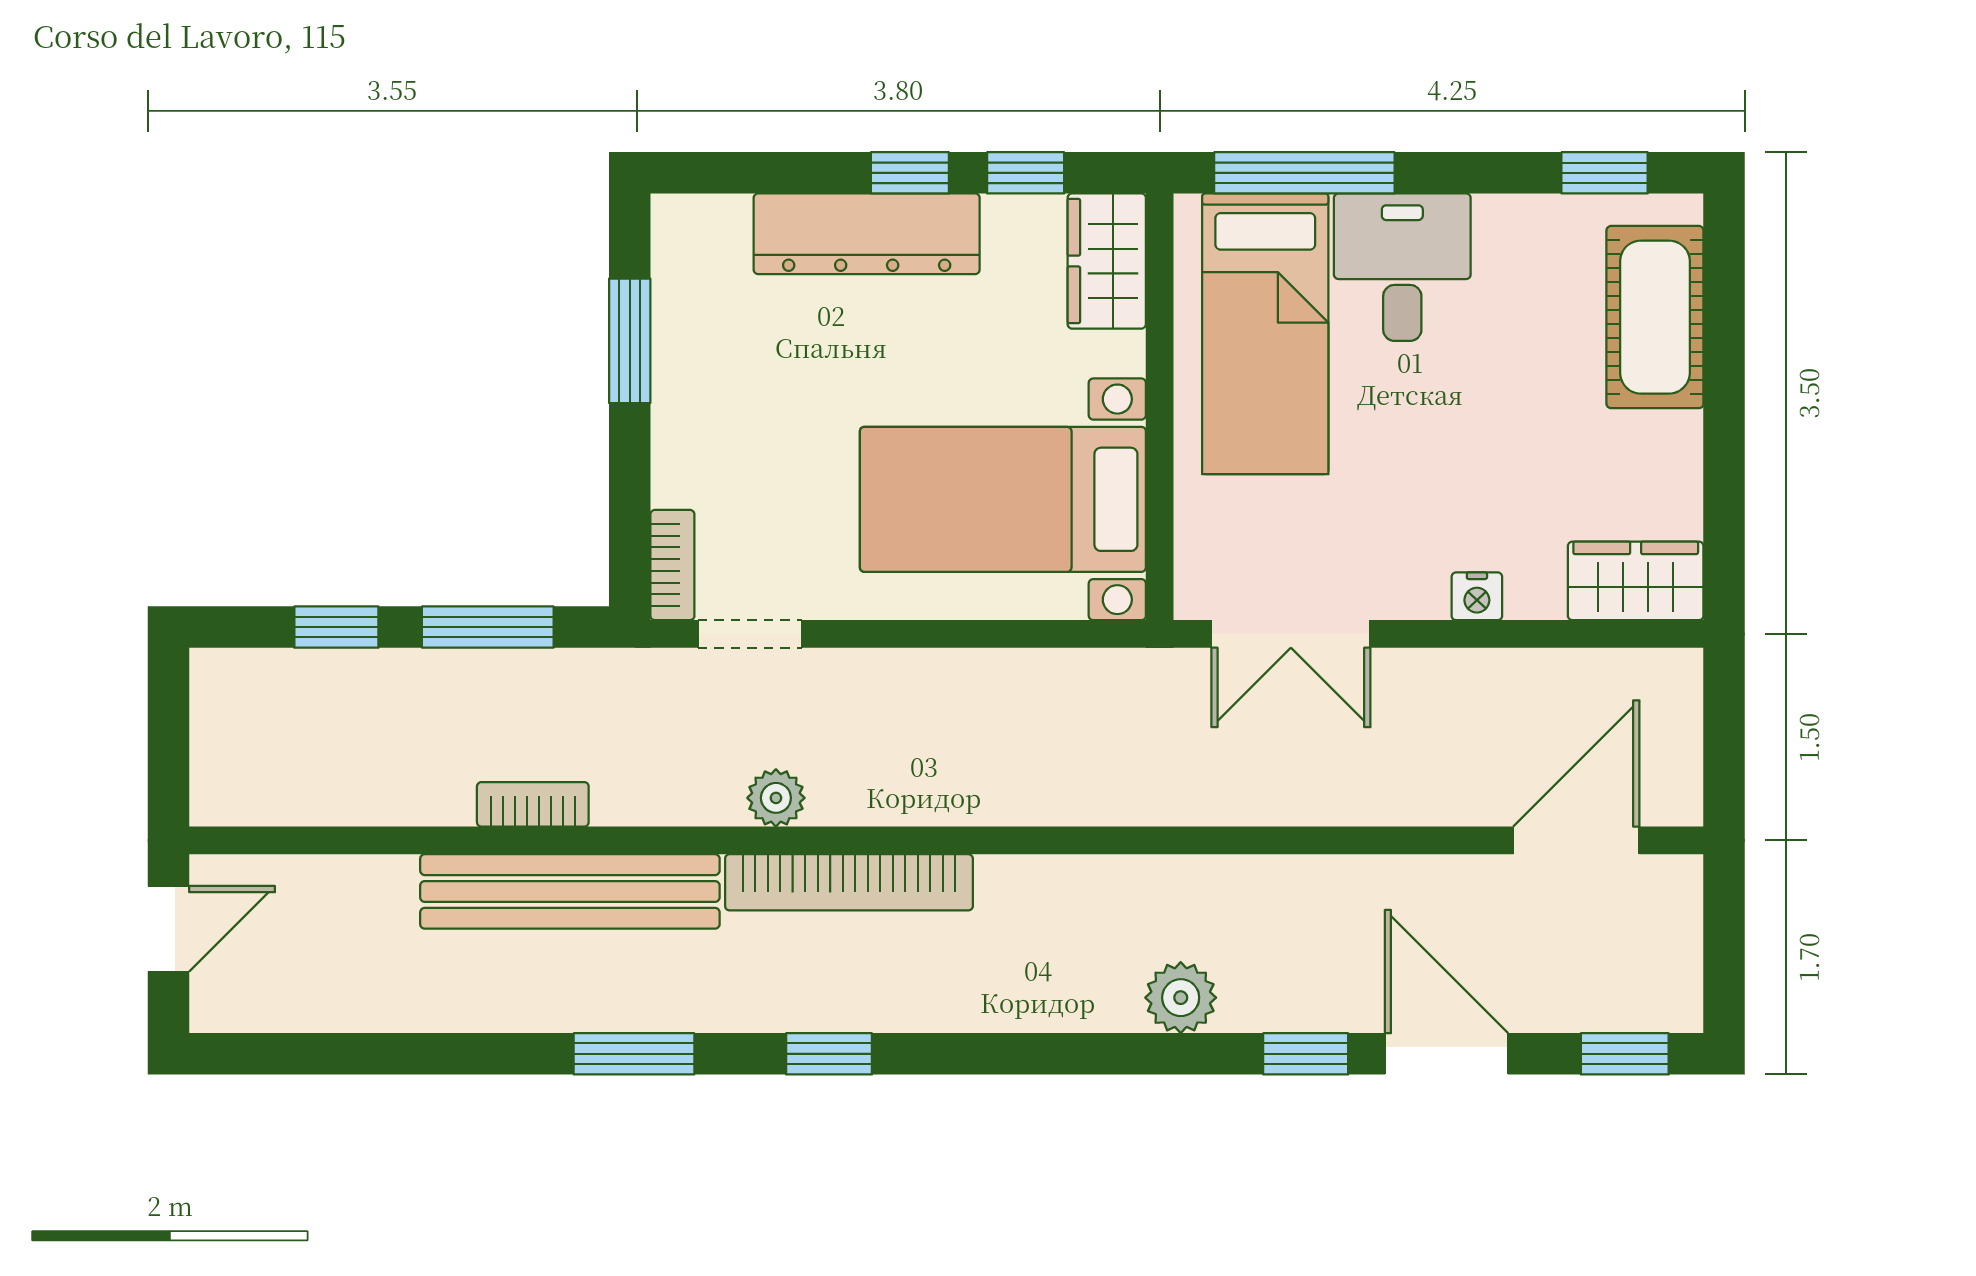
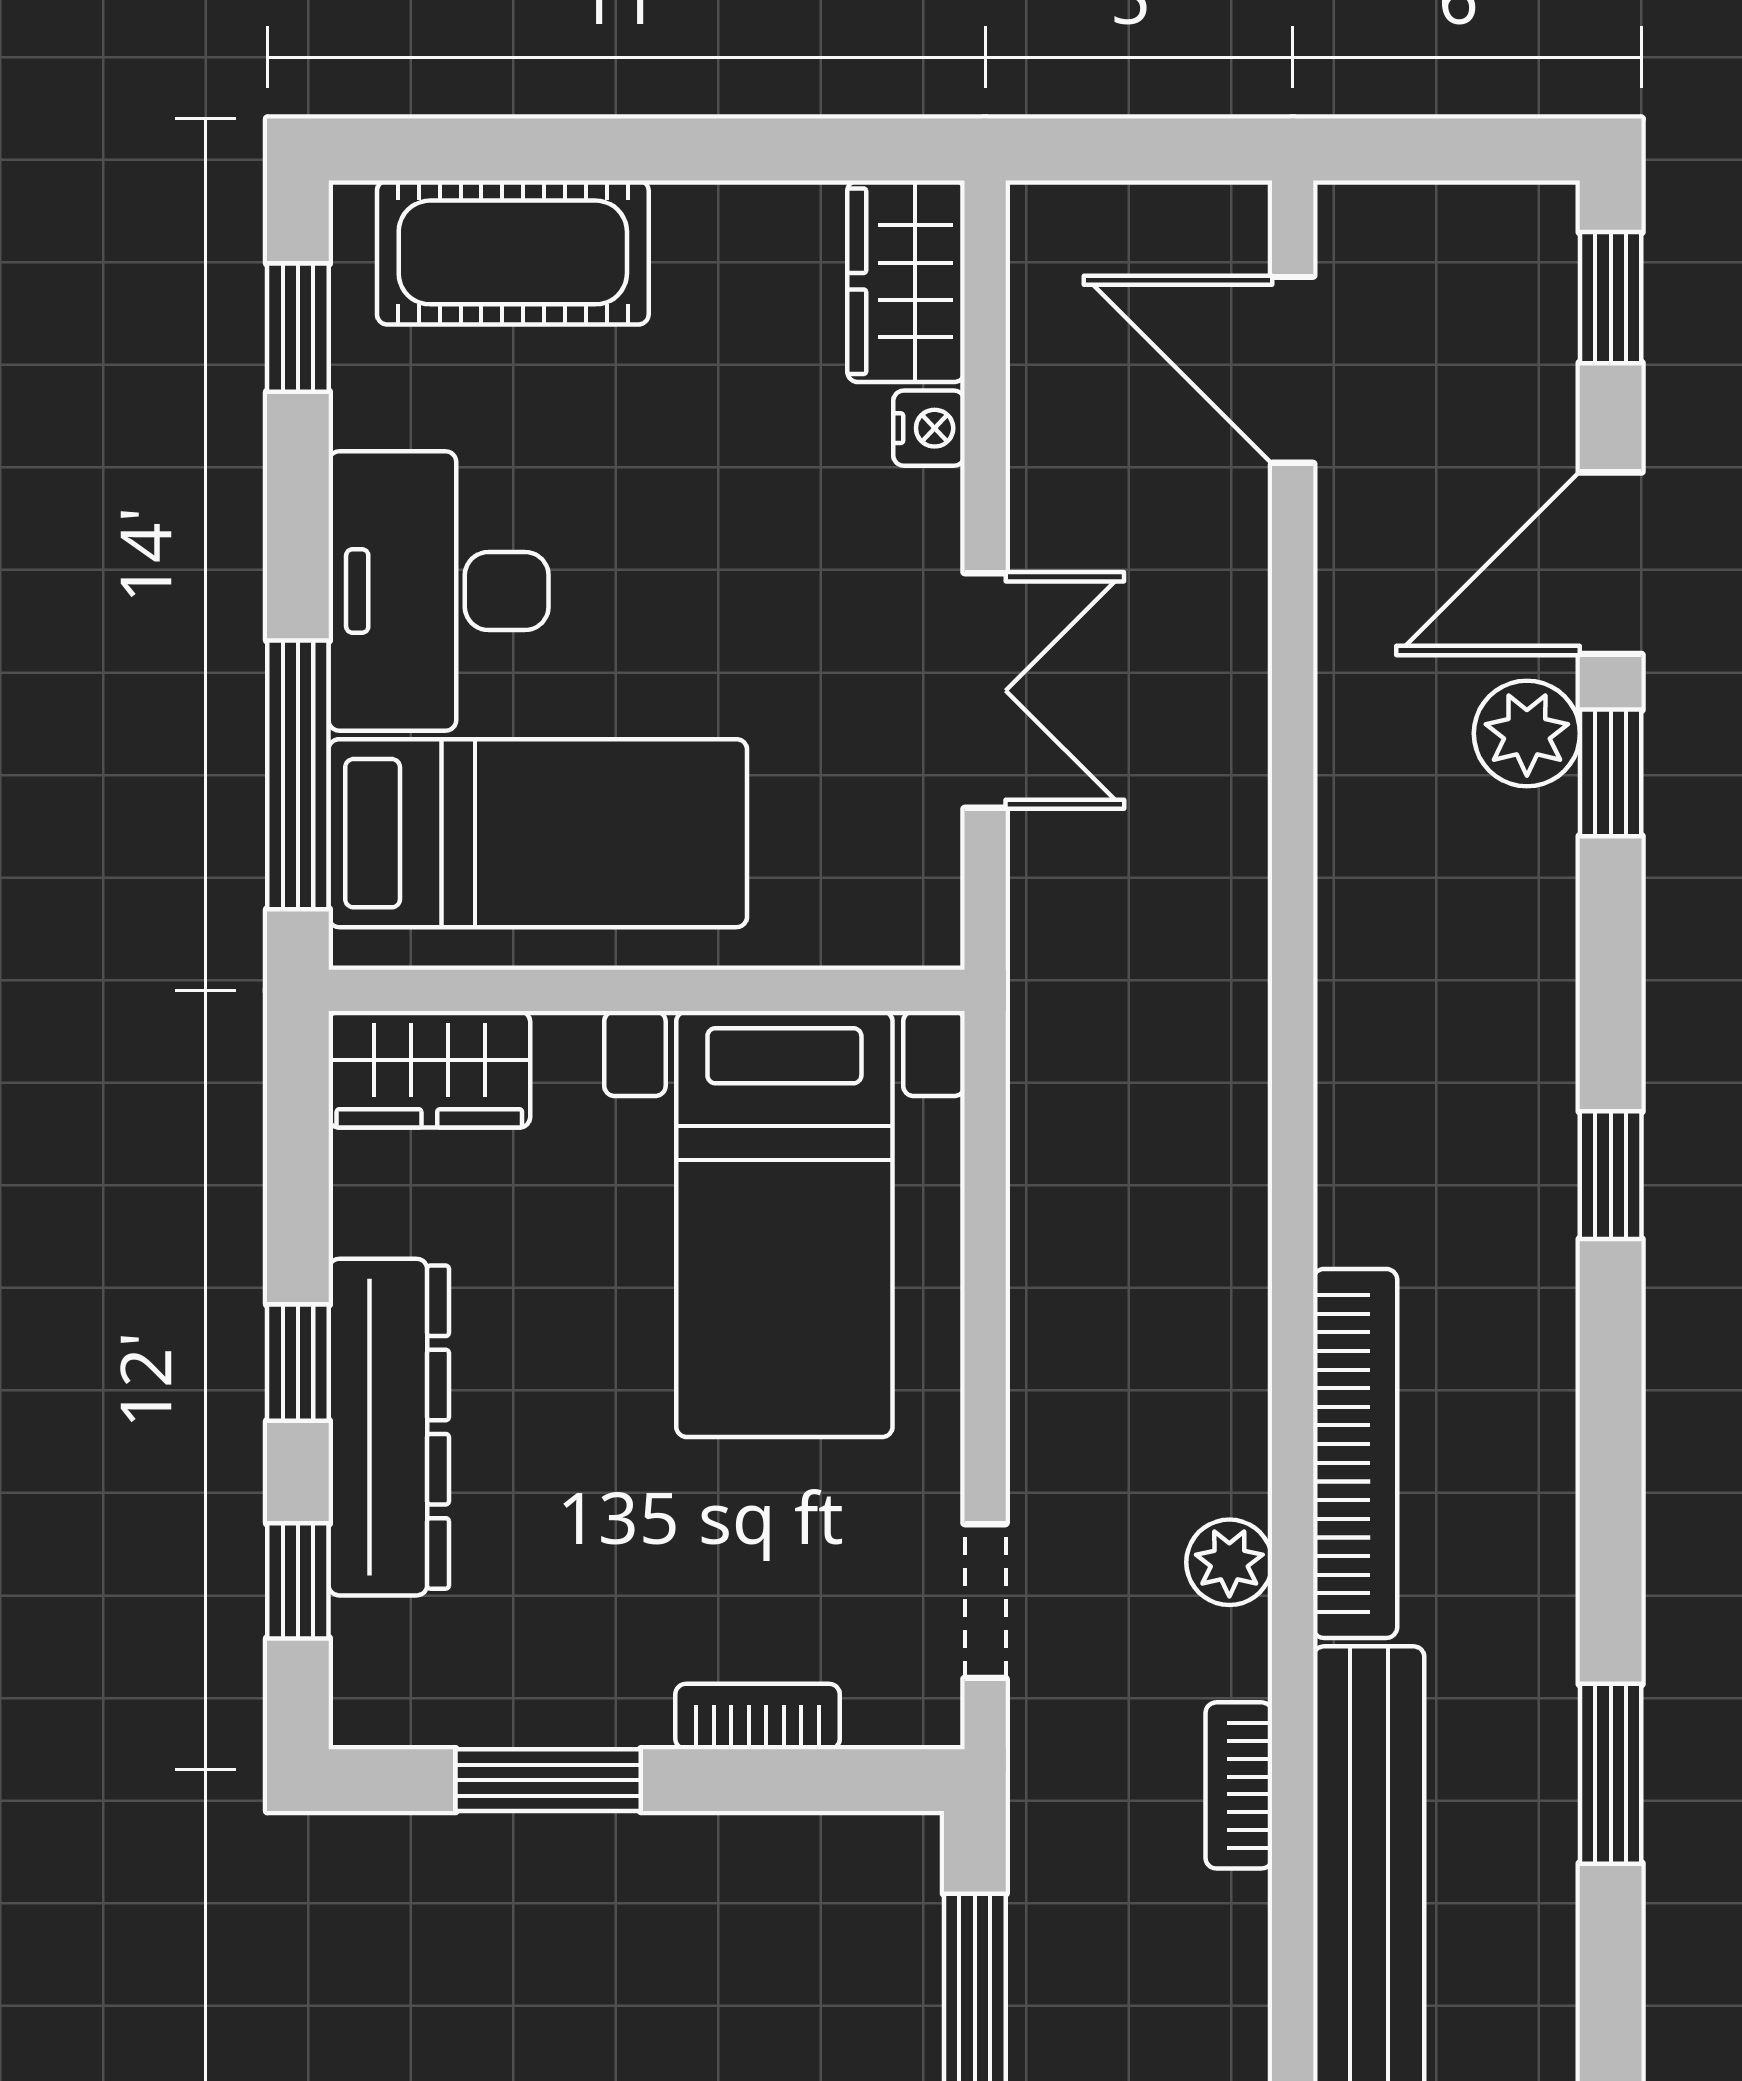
window: (1026, 173) -> (298, 1581), moved
desk: (1402, 267) -> (439, 591), width x1.37
bookcase: (672, 565) -> (758, 1717), moved
nightstand: (1477, 596) -> (929, 428), moved
double door: (1291, 634) -> (985, 691), moved
bookcase: (533, 804) -> (1239, 1785), moved
plant: (1181, 998) -> (1527, 733), moved
window: (829, 1054) -> (1611, 1175), moved

